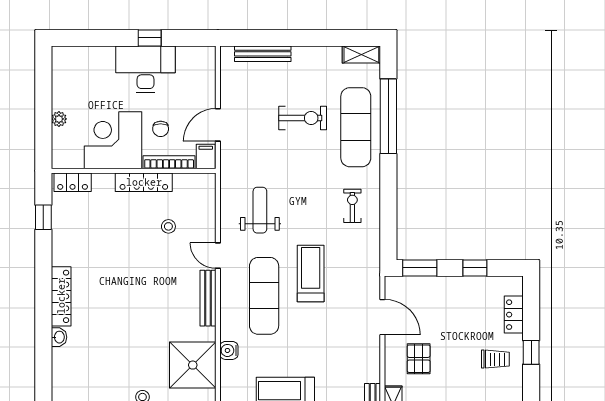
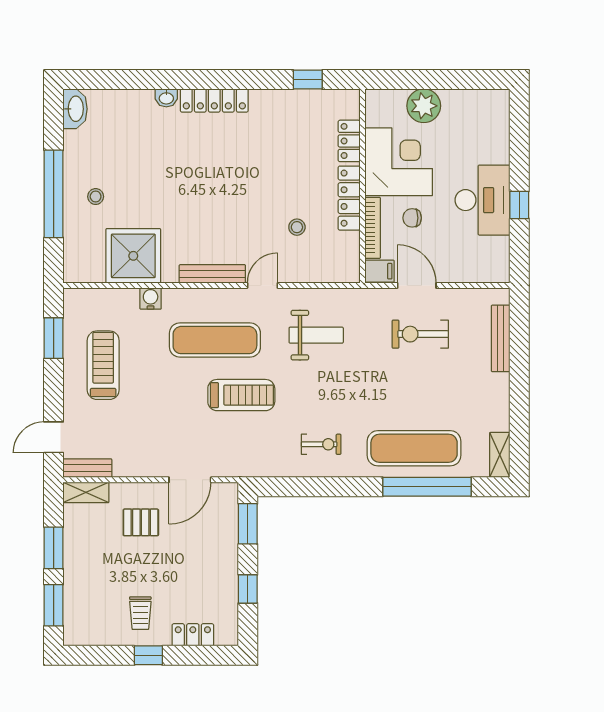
exercise bike: (303, 118) -> (420, 334), moved, turned 90
plant: (59, 119) -> (424, 106), width x1.88, depth x1.88
locker: (73, 182) -> (349, 141), moved

